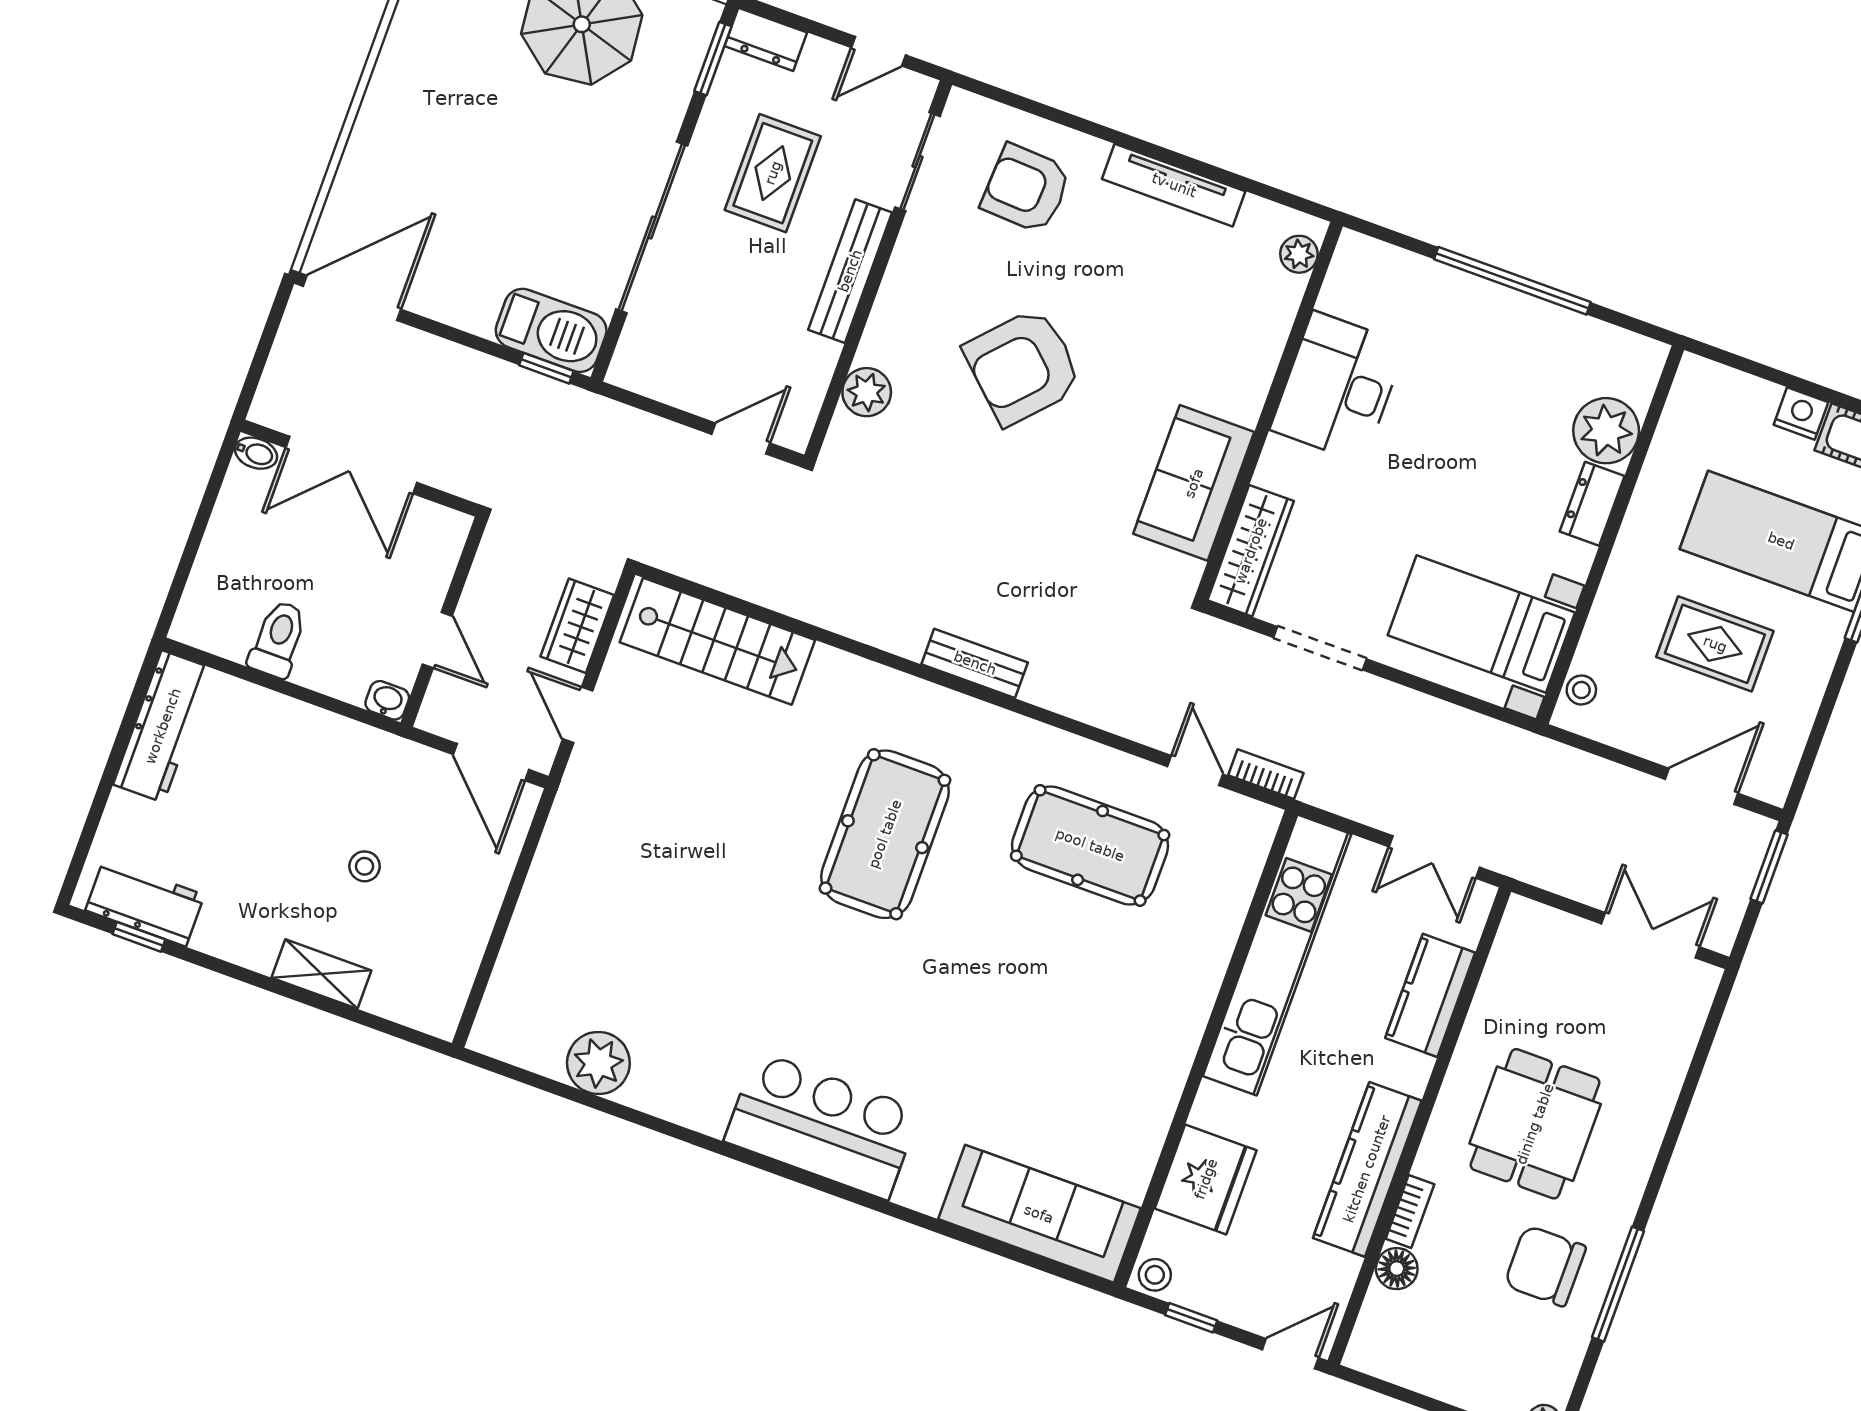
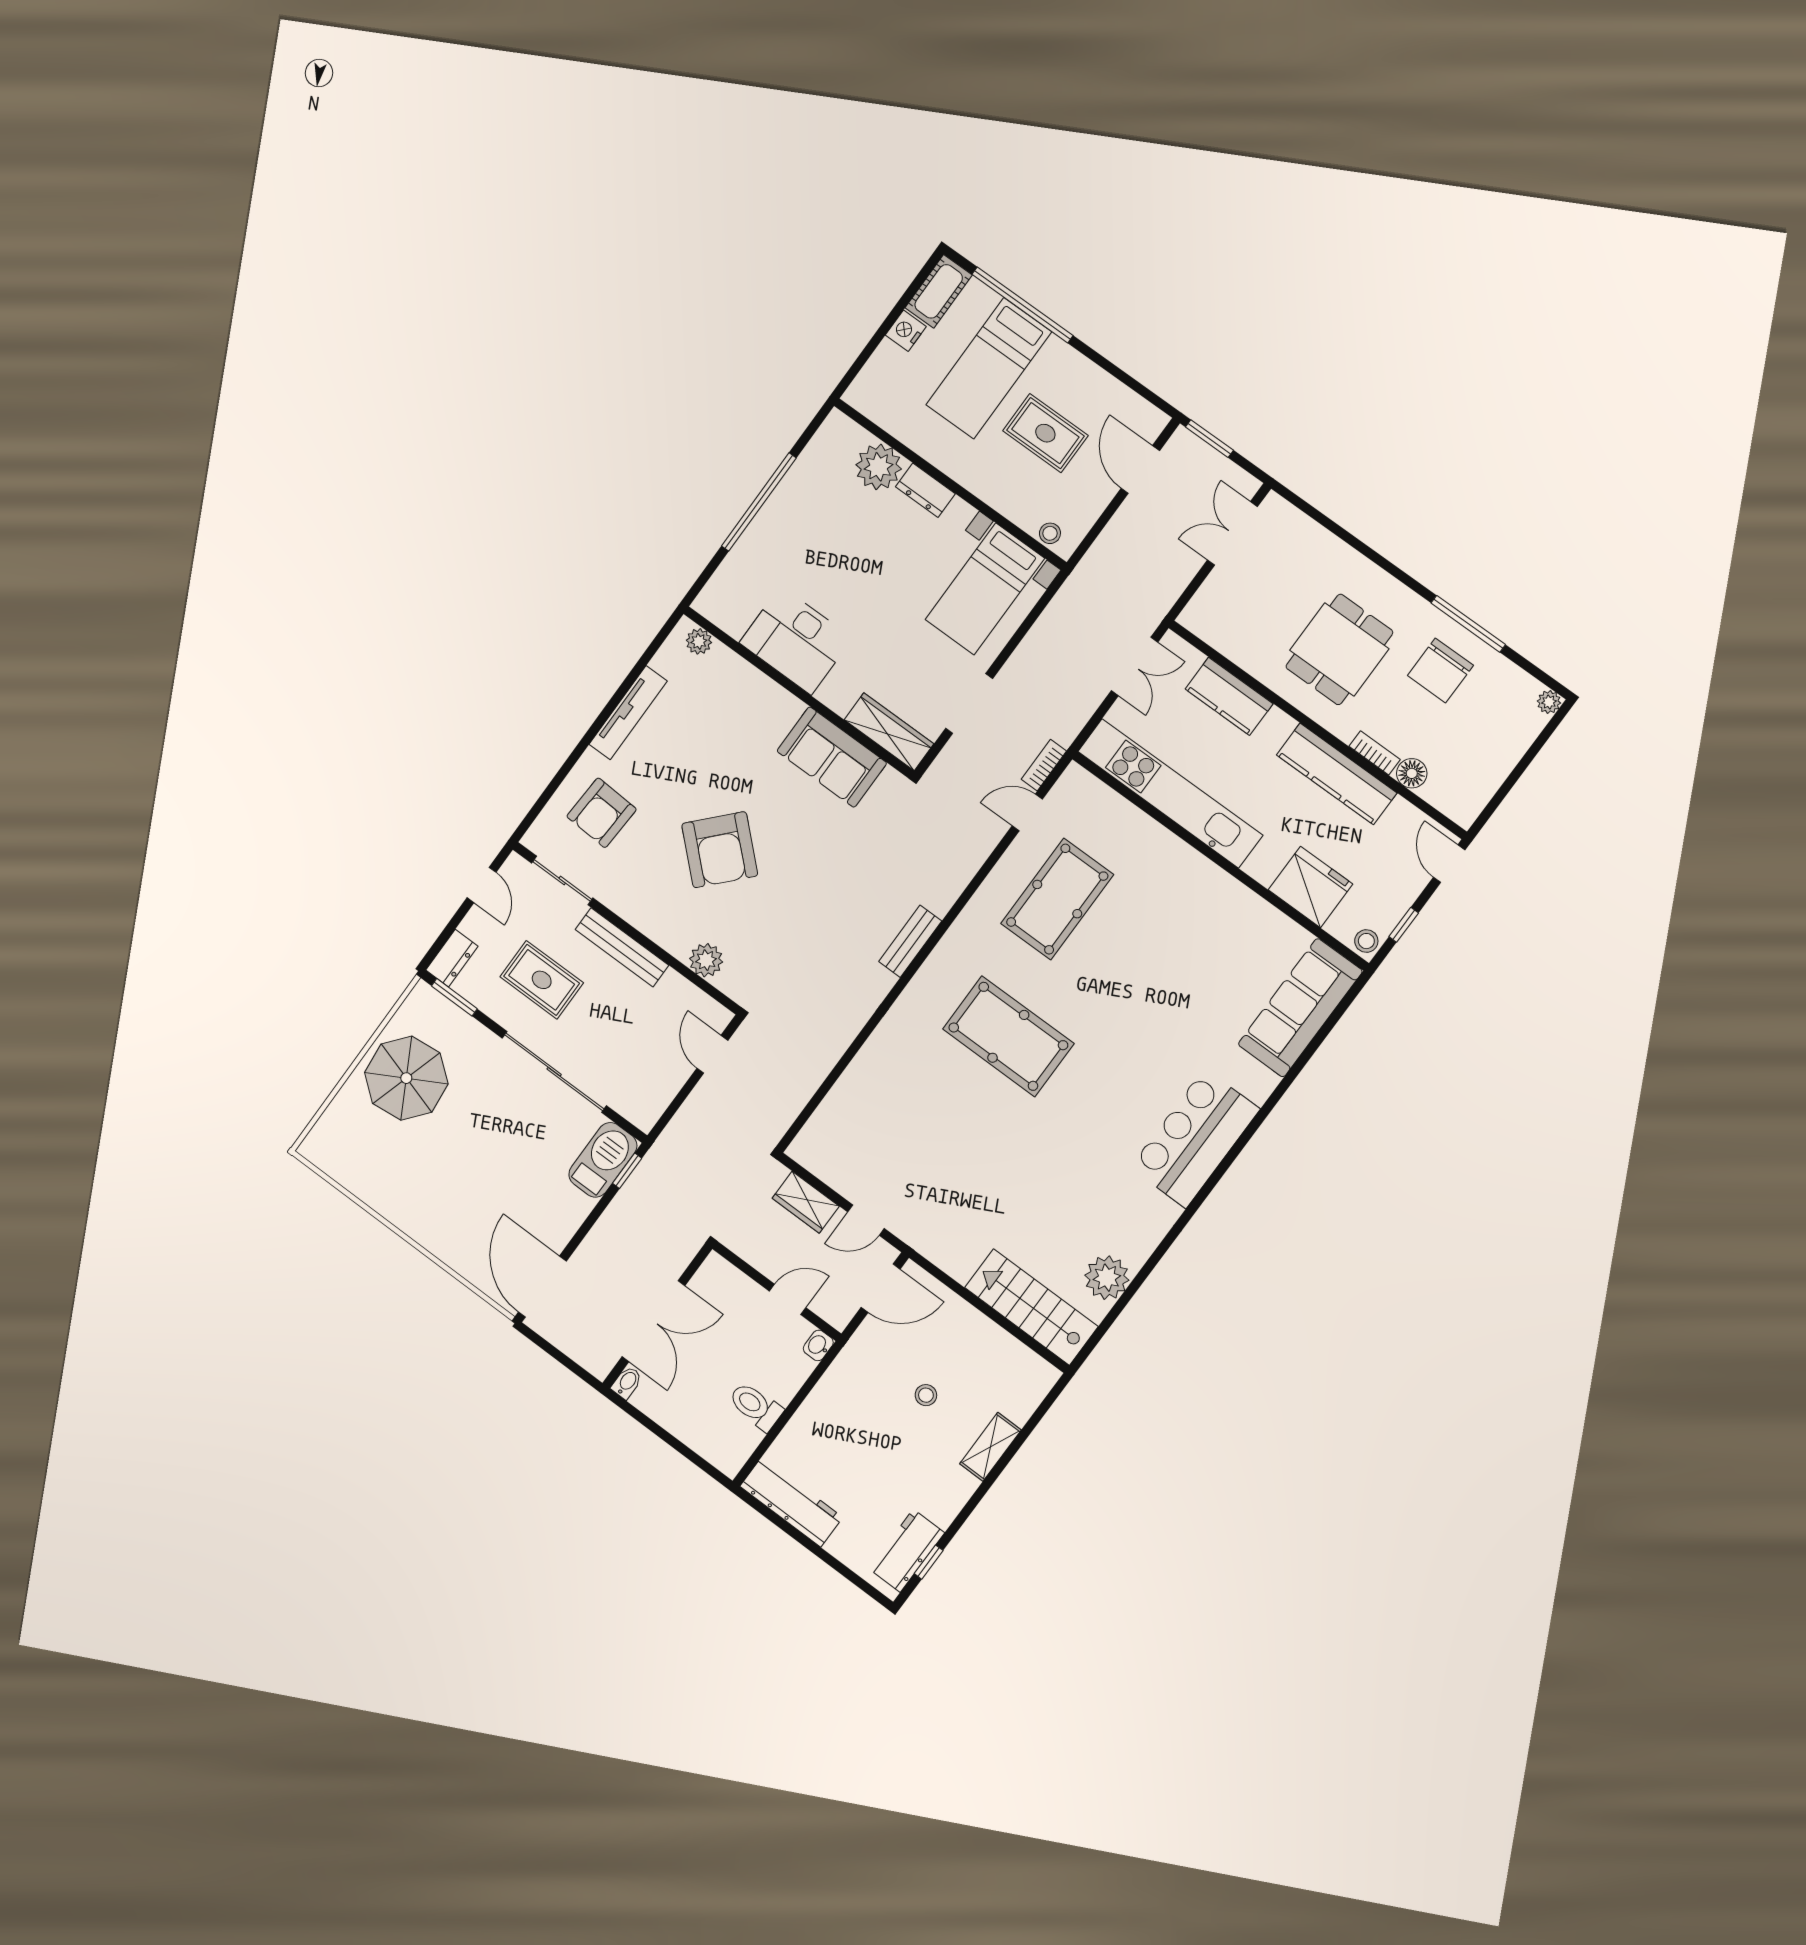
stairs: (717, 641) -> (1031, 1307), moved, turned -90
rug: (1715, 644) -> (1045, 433), turned 90
dining table: (1535, 1124) -> (1339, 649), turned 90

